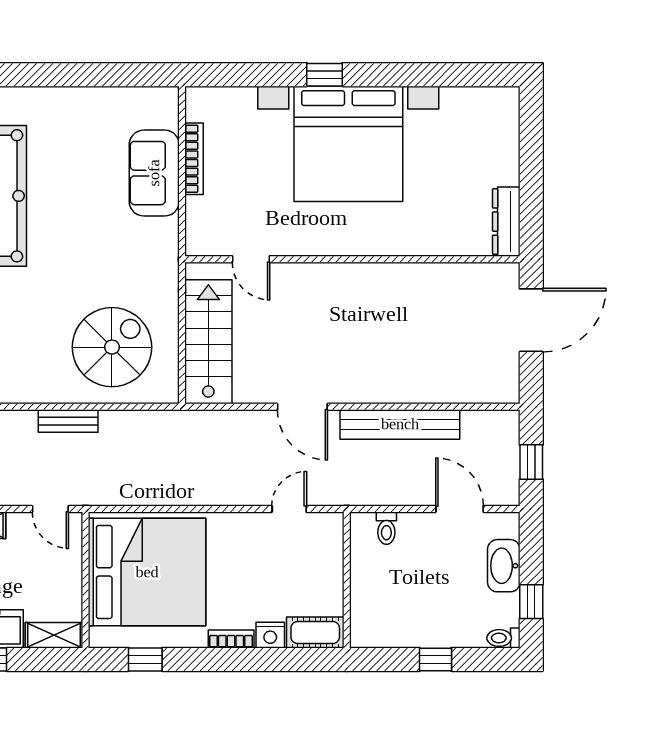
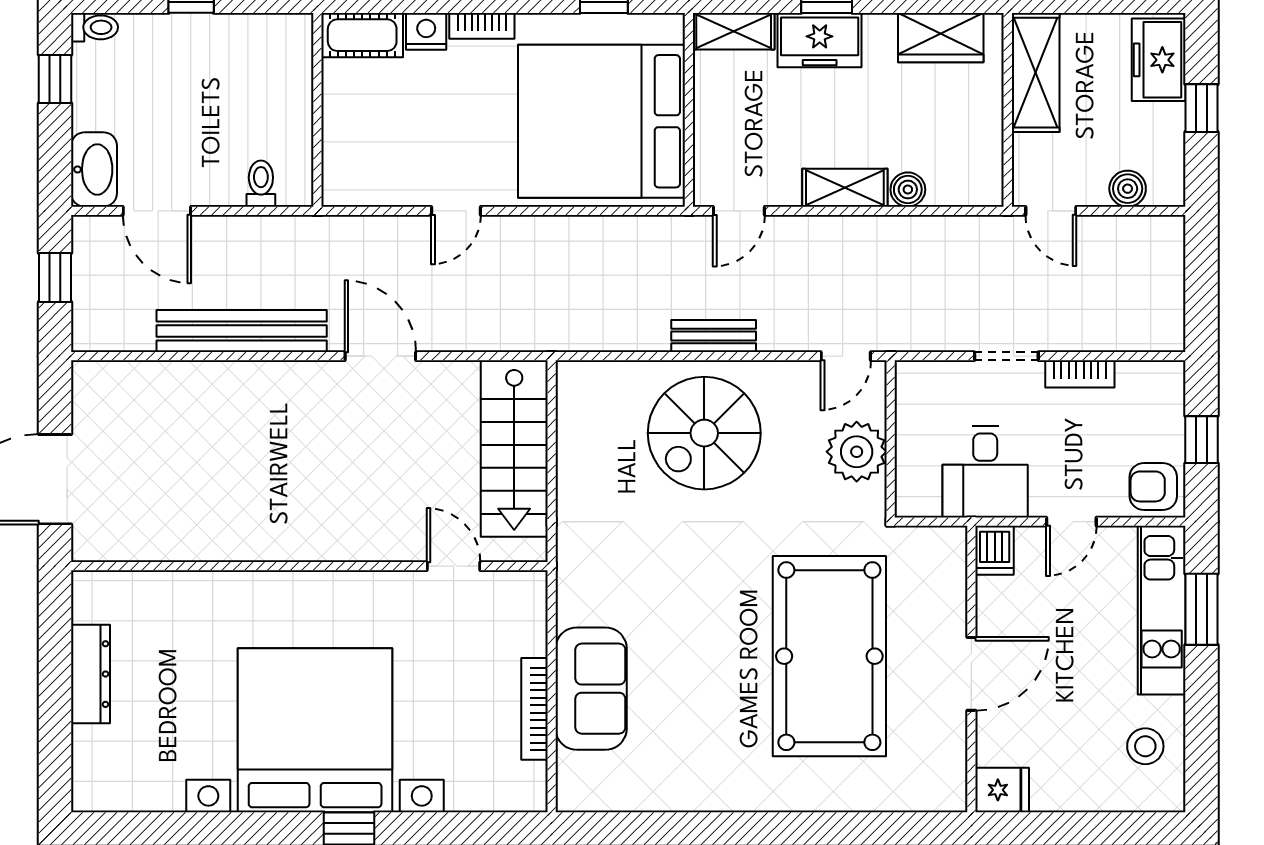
dresser: (506, 222) -> (90, 674), moved
spiral stairs: (112, 347) -> (704, 433), moved
door: (50, 509) -> (739, 211), swing flipped
door: (289, 509) -> (456, 211), moved
washbasin: (504, 566) -> (94, 169), moved

